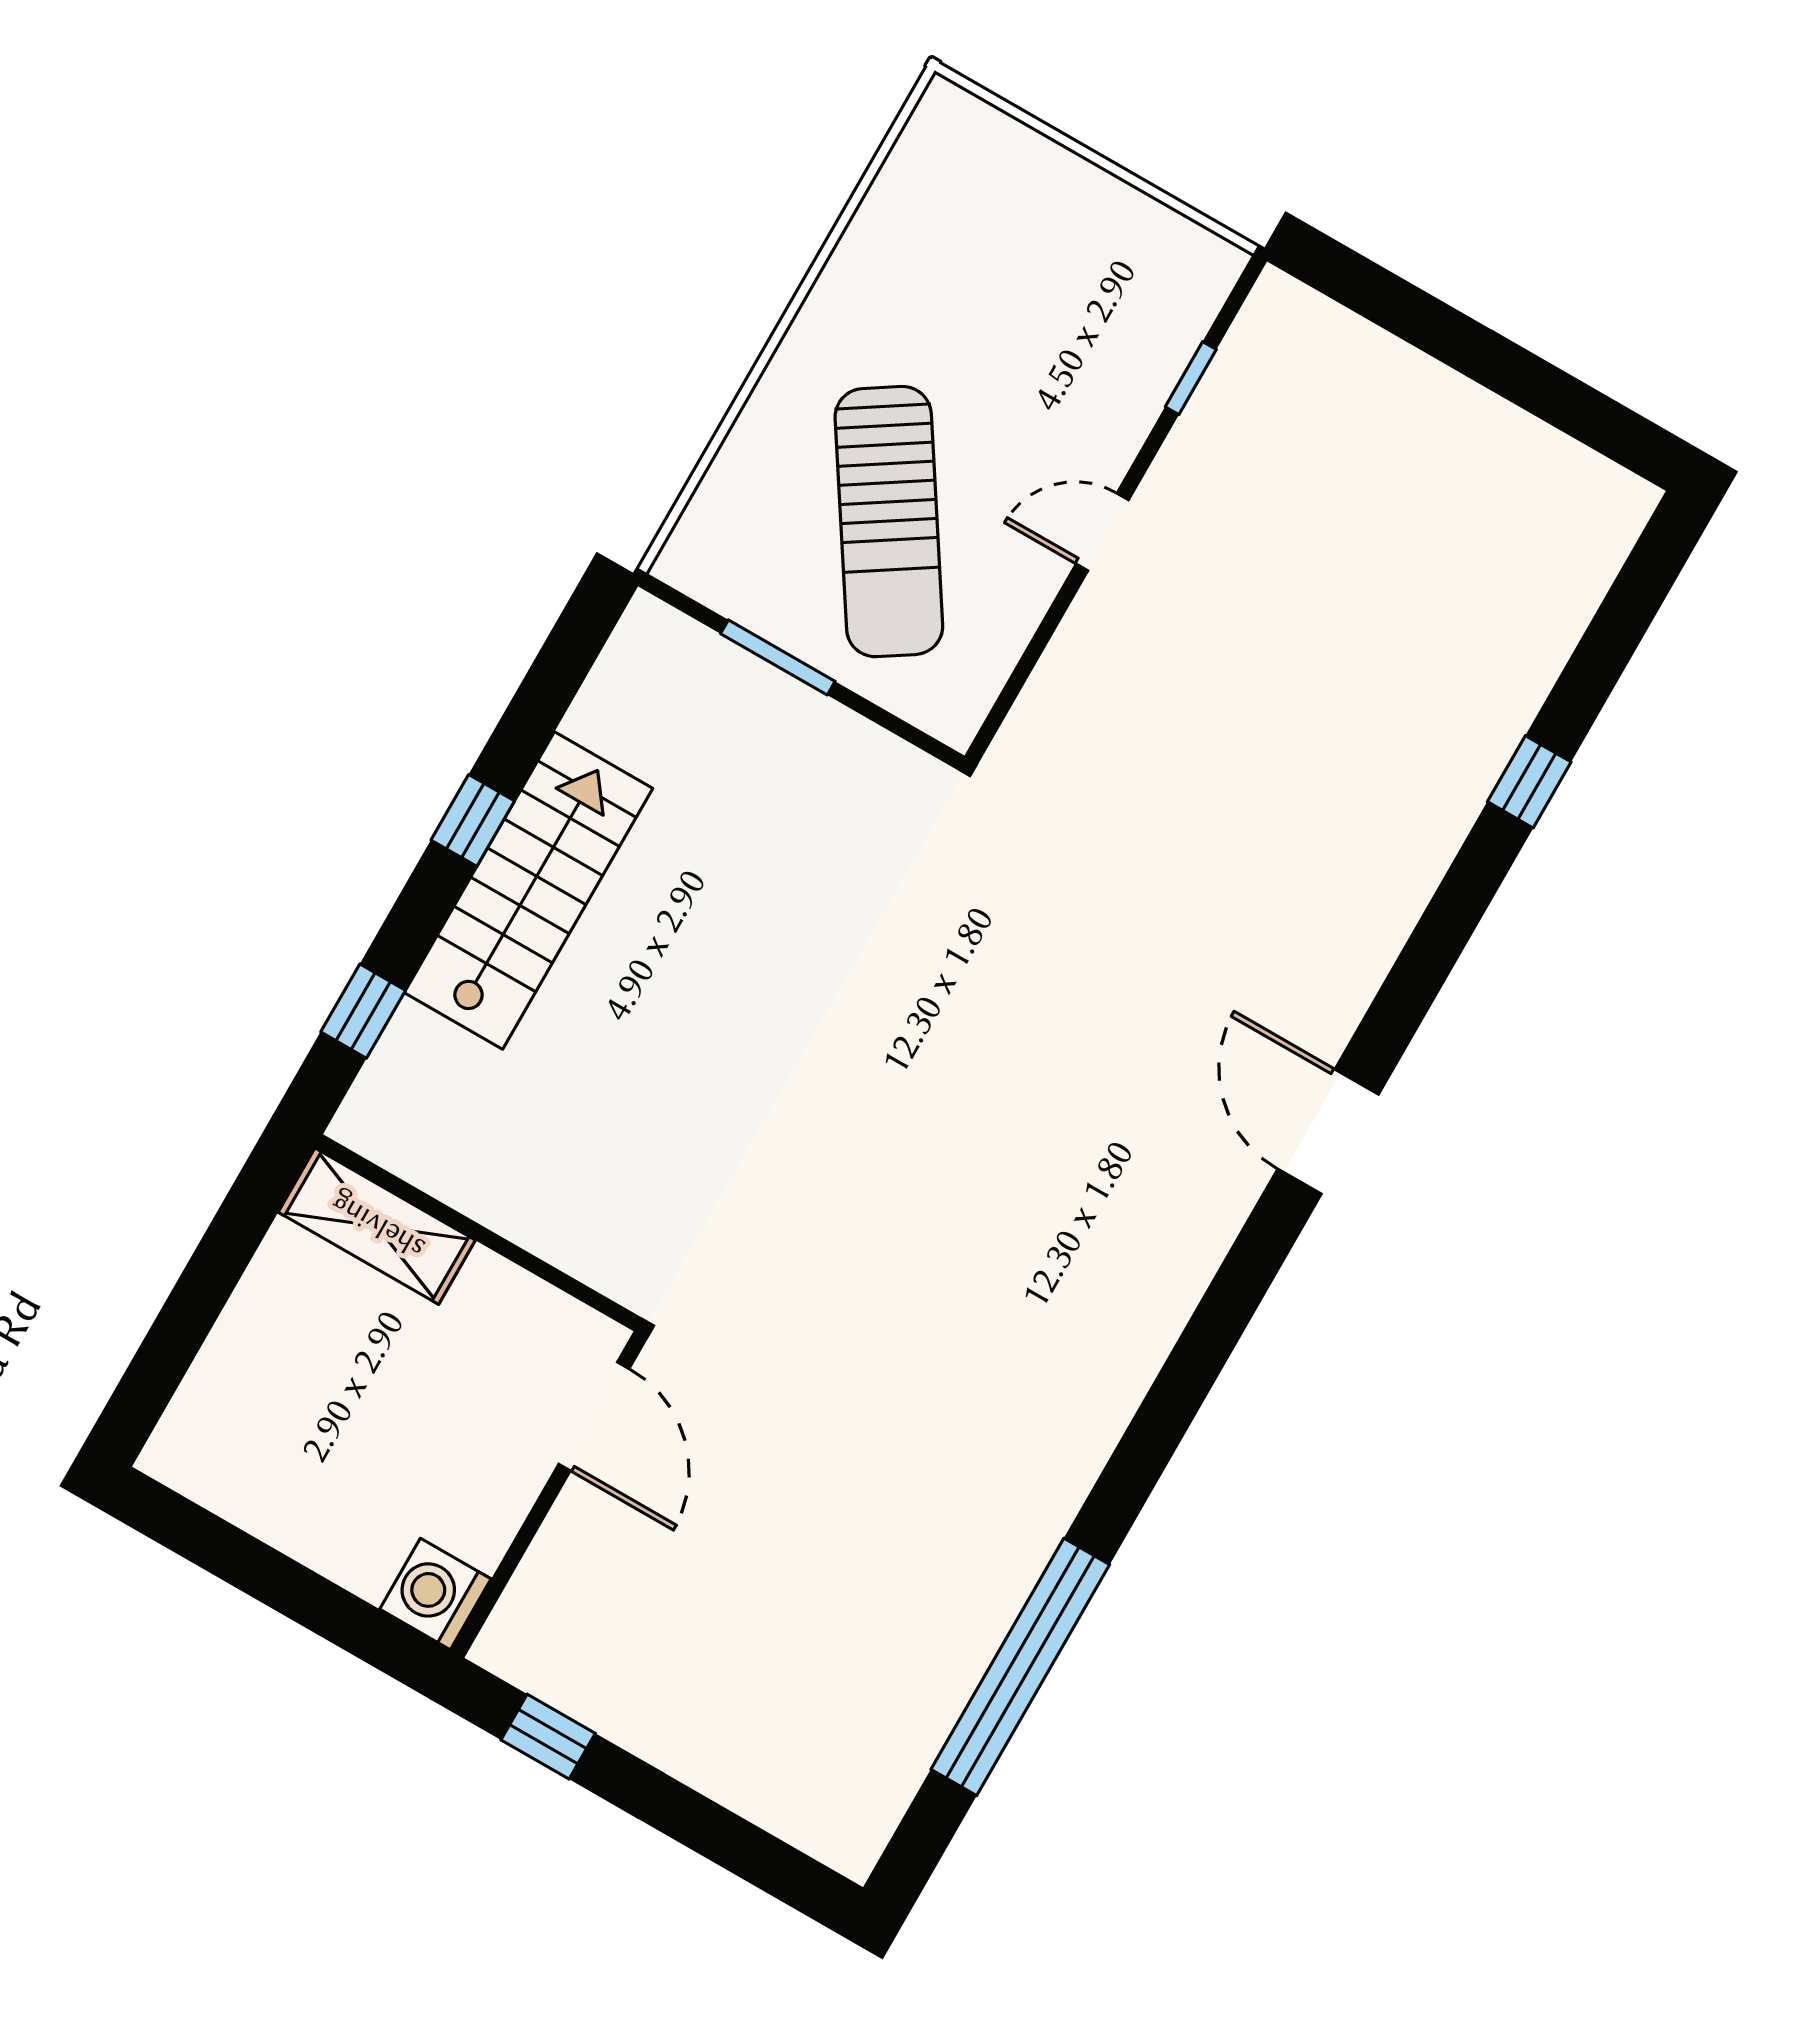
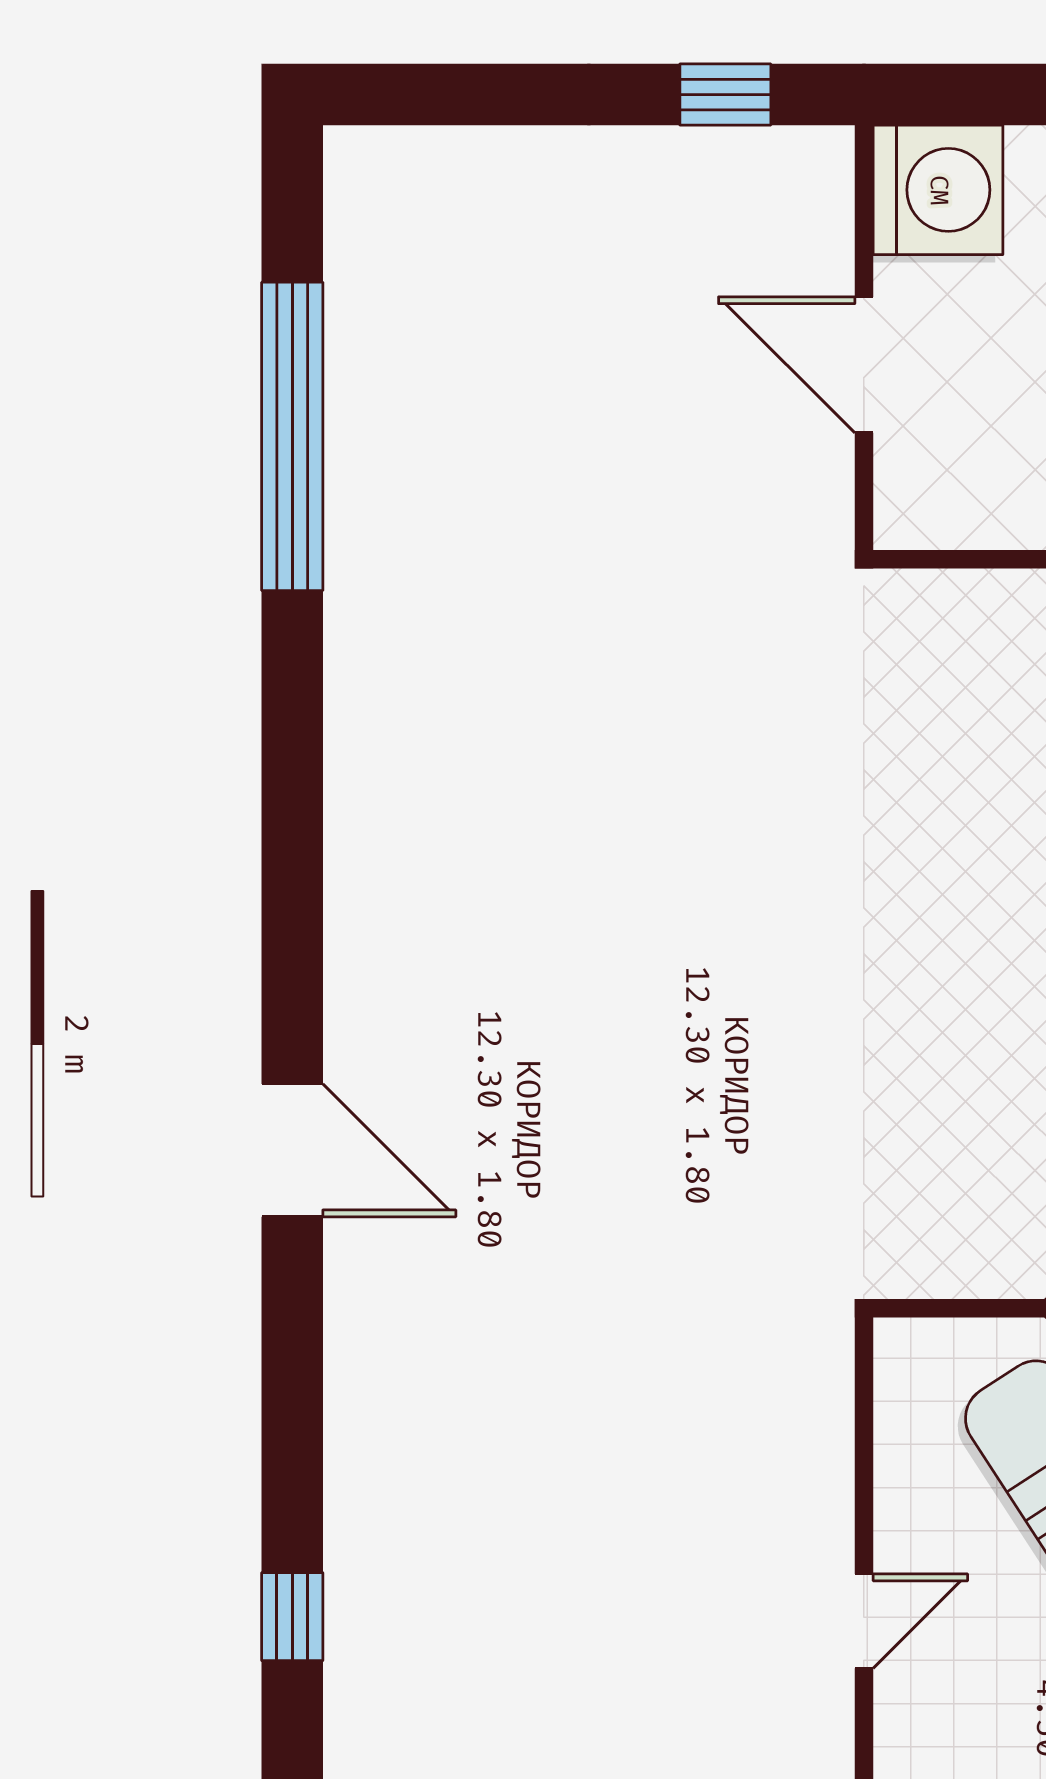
door: (594, 1416) -> (864, 365), moved
washing machine: (435, 1594) -> (938, 190), width x1.37, depth x1.37

